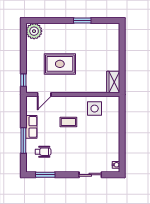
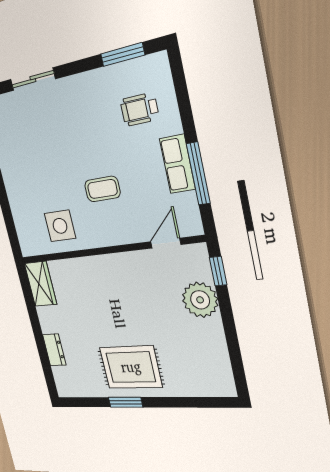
plant: (34, 31) -> (200, 300), moved
dresser: (115, 48) -> (54, 350), added
rug: (60, 64) -> (131, 367), moved
window: (23, 140) -> (198, 174), moved

